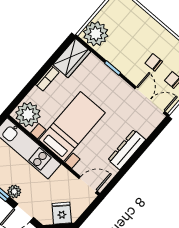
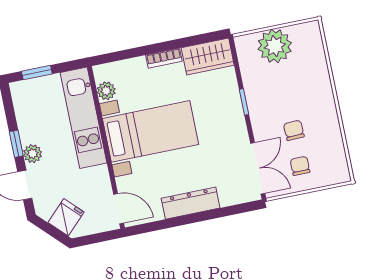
plant: (96, 34) -> (275, 46), moved
plant: (28, 114) -> (106, 91), width x0.53, depth x0.53

